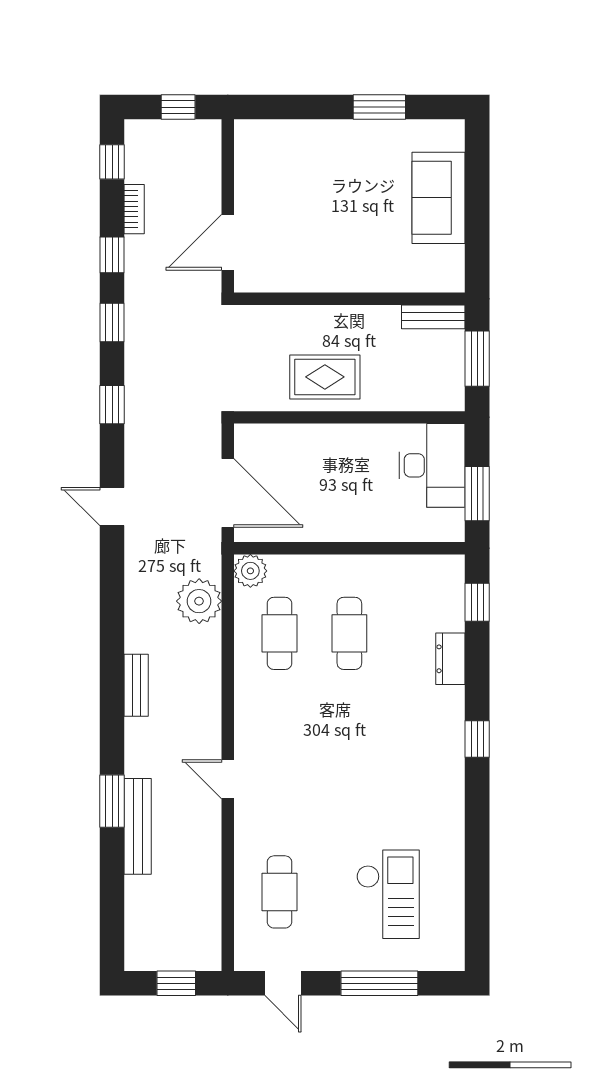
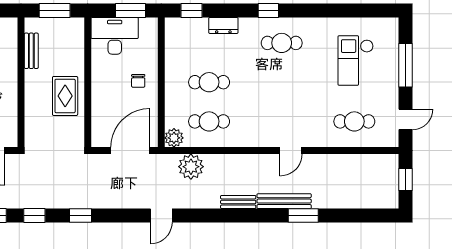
bench: (433, 317) -> (31, 51), moved
door: (112, 506) -> (161, 215), moved
chair: (352, 507) -> (138, 81), added
cafe table: (419, 763) -> (282, 43), added
bench: (138, 826) -> (284, 201), moved
checkout: (388, 894) -> (356, 61), turned -90

